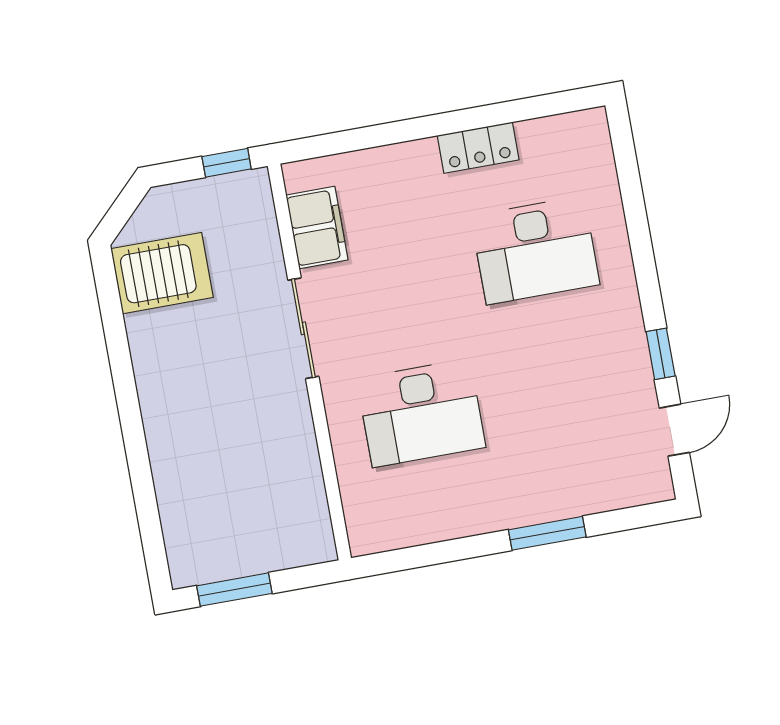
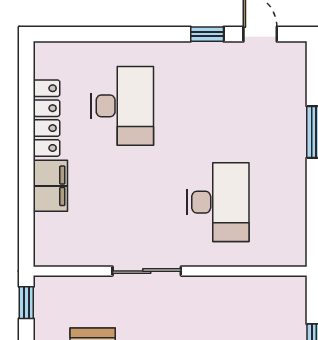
locker: (478, 148) -> (47, 118), width x1.53
filing cabinet: (317, 227) -> (50, 186), moved, turned 90

